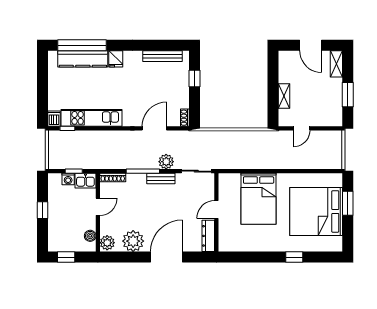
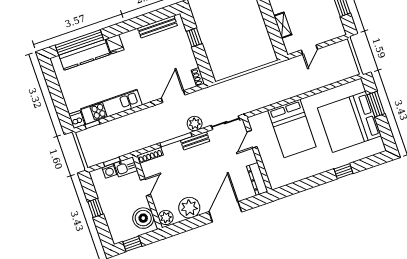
door: (216, 210) -> (252, 139), moved
boiler: (90, 236) -> (143, 218), width x1.86, depth x1.86

